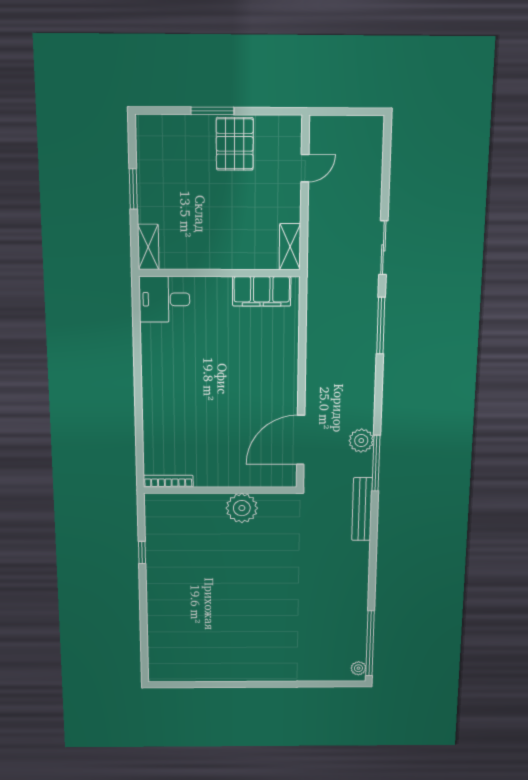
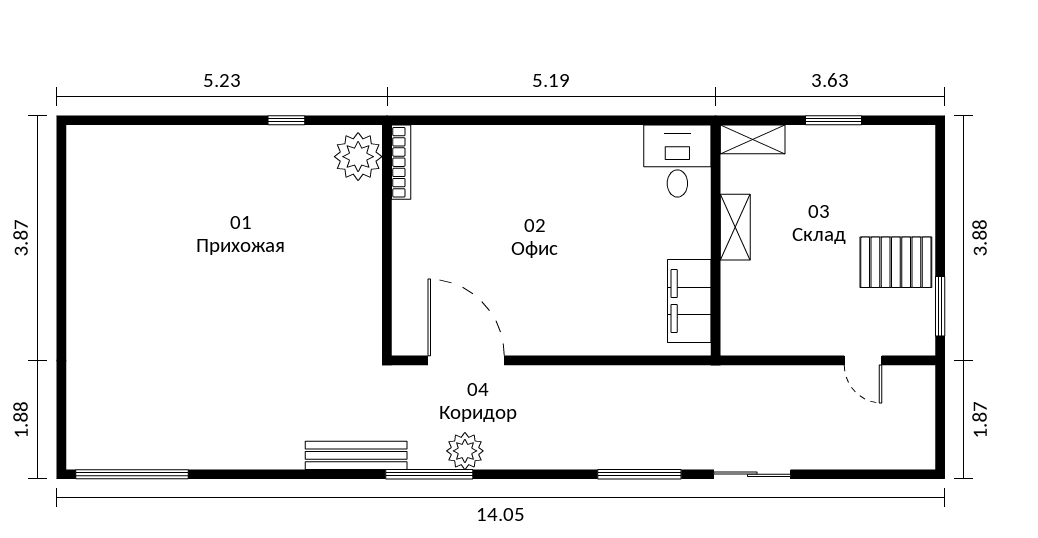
window: (212, 111) -> (940, 306), moved
shelving: (290, 247) -> (735, 227), moved, turned 90
plant: (242, 508) -> (358, 157), moved
plant: (358, 668) -> (89, 457), removed

